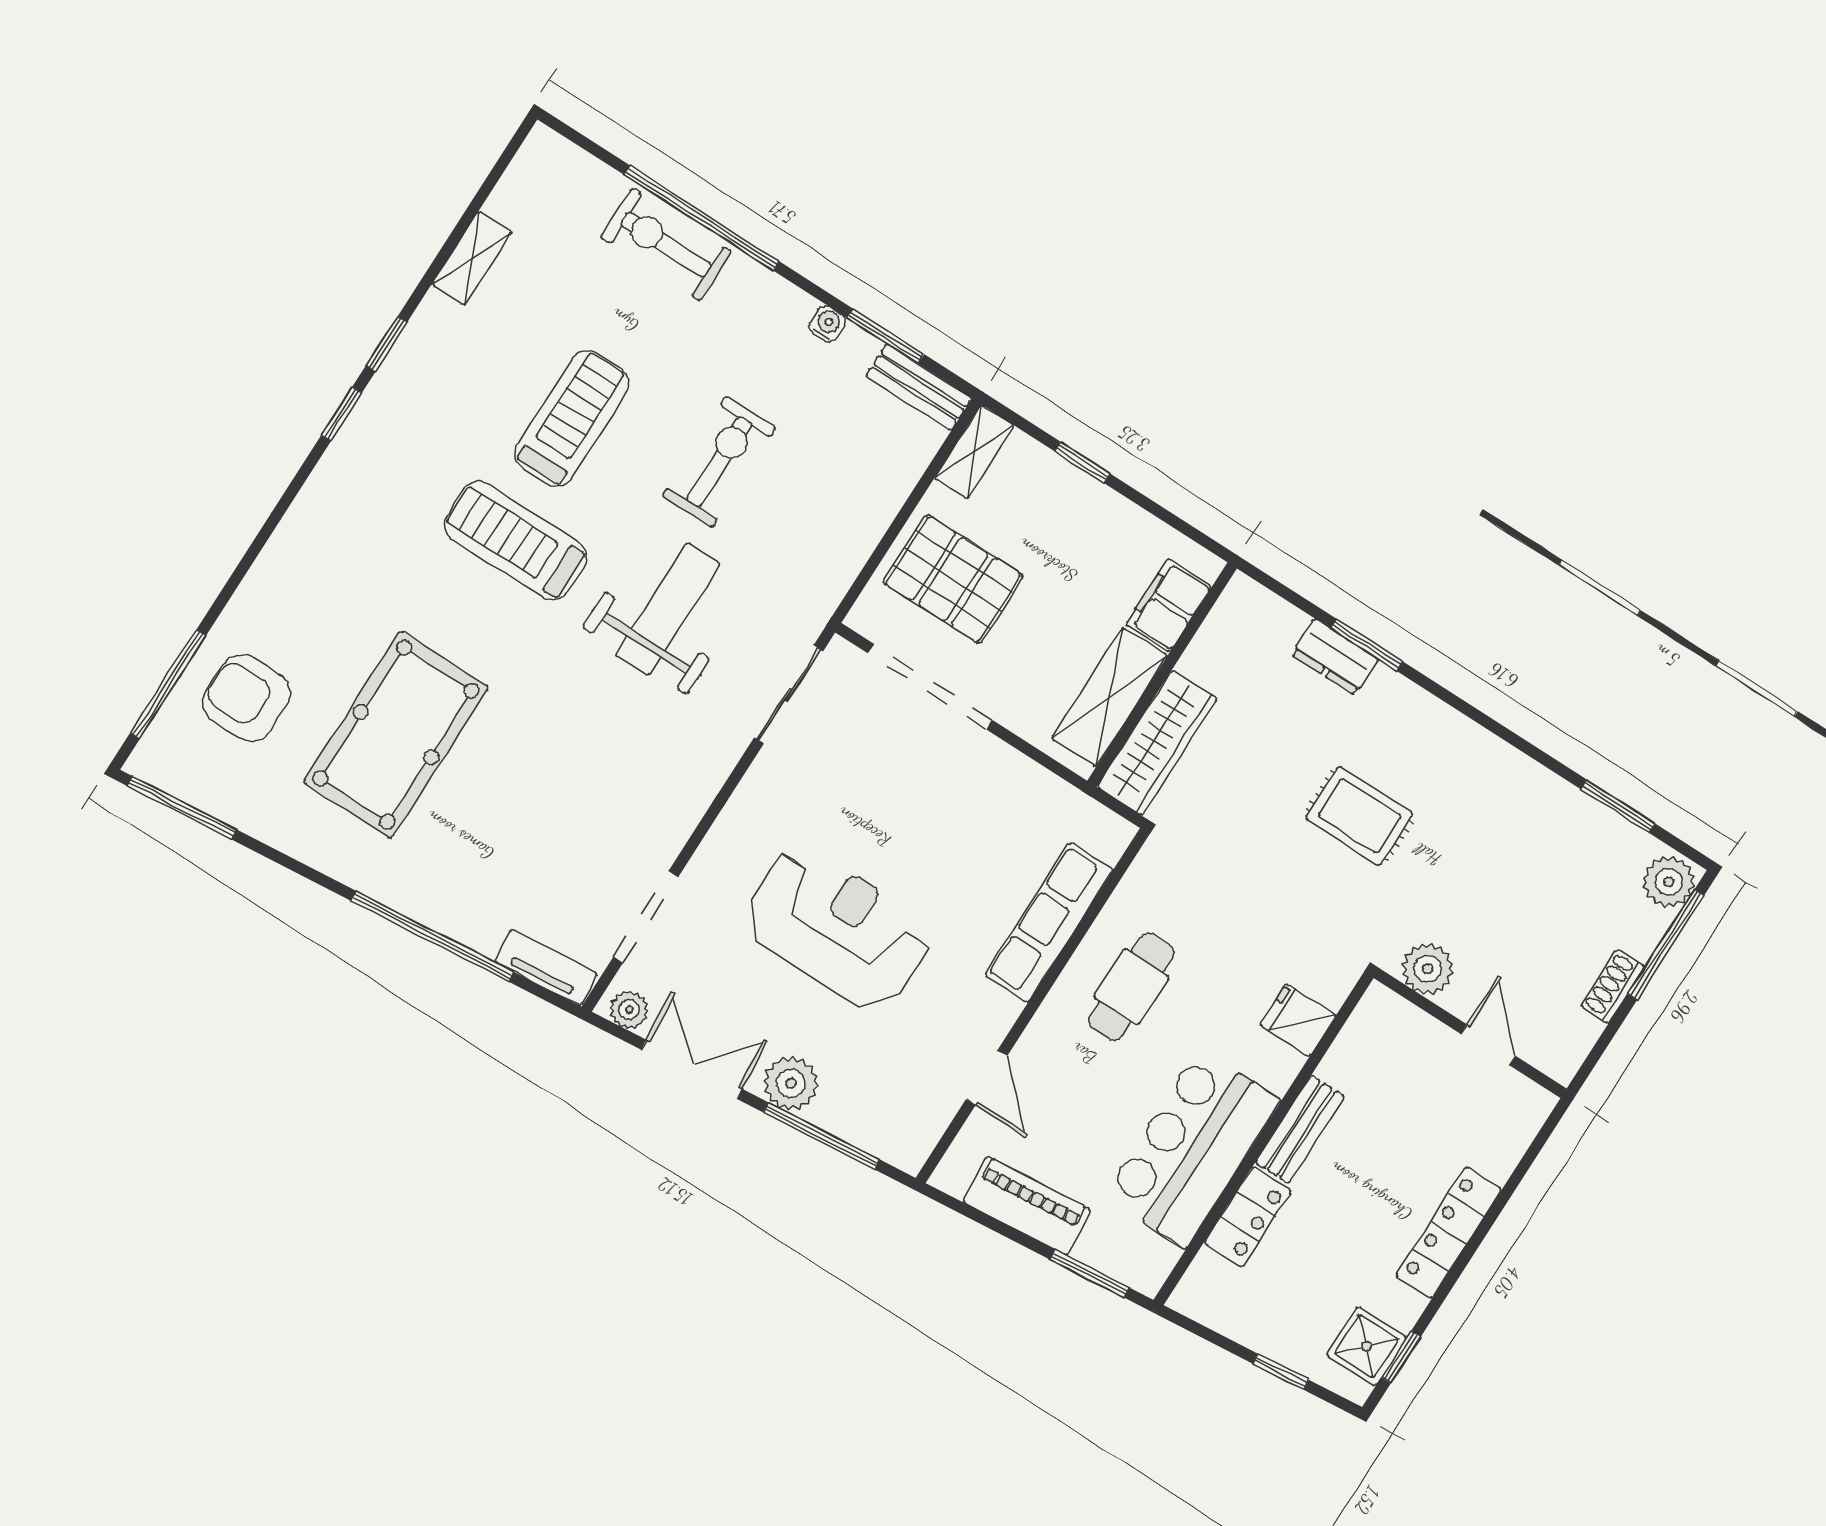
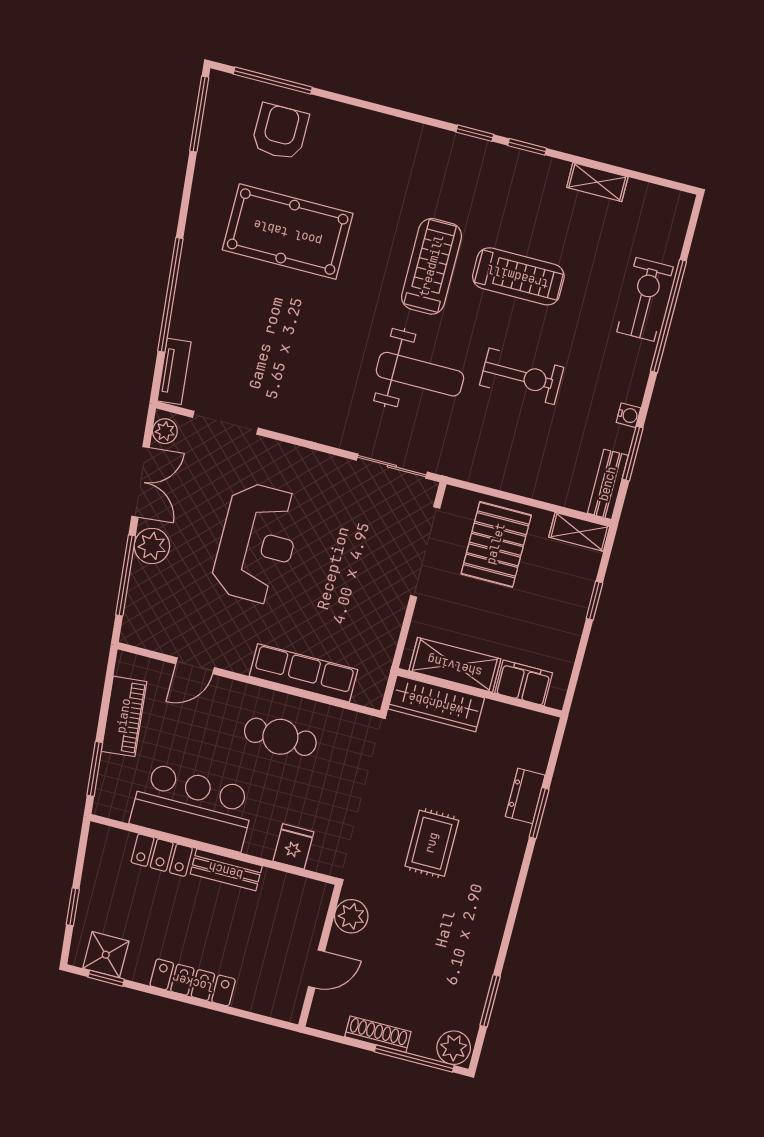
shoe rack: (1613, 986) -> (378, 1034), width x1.43

